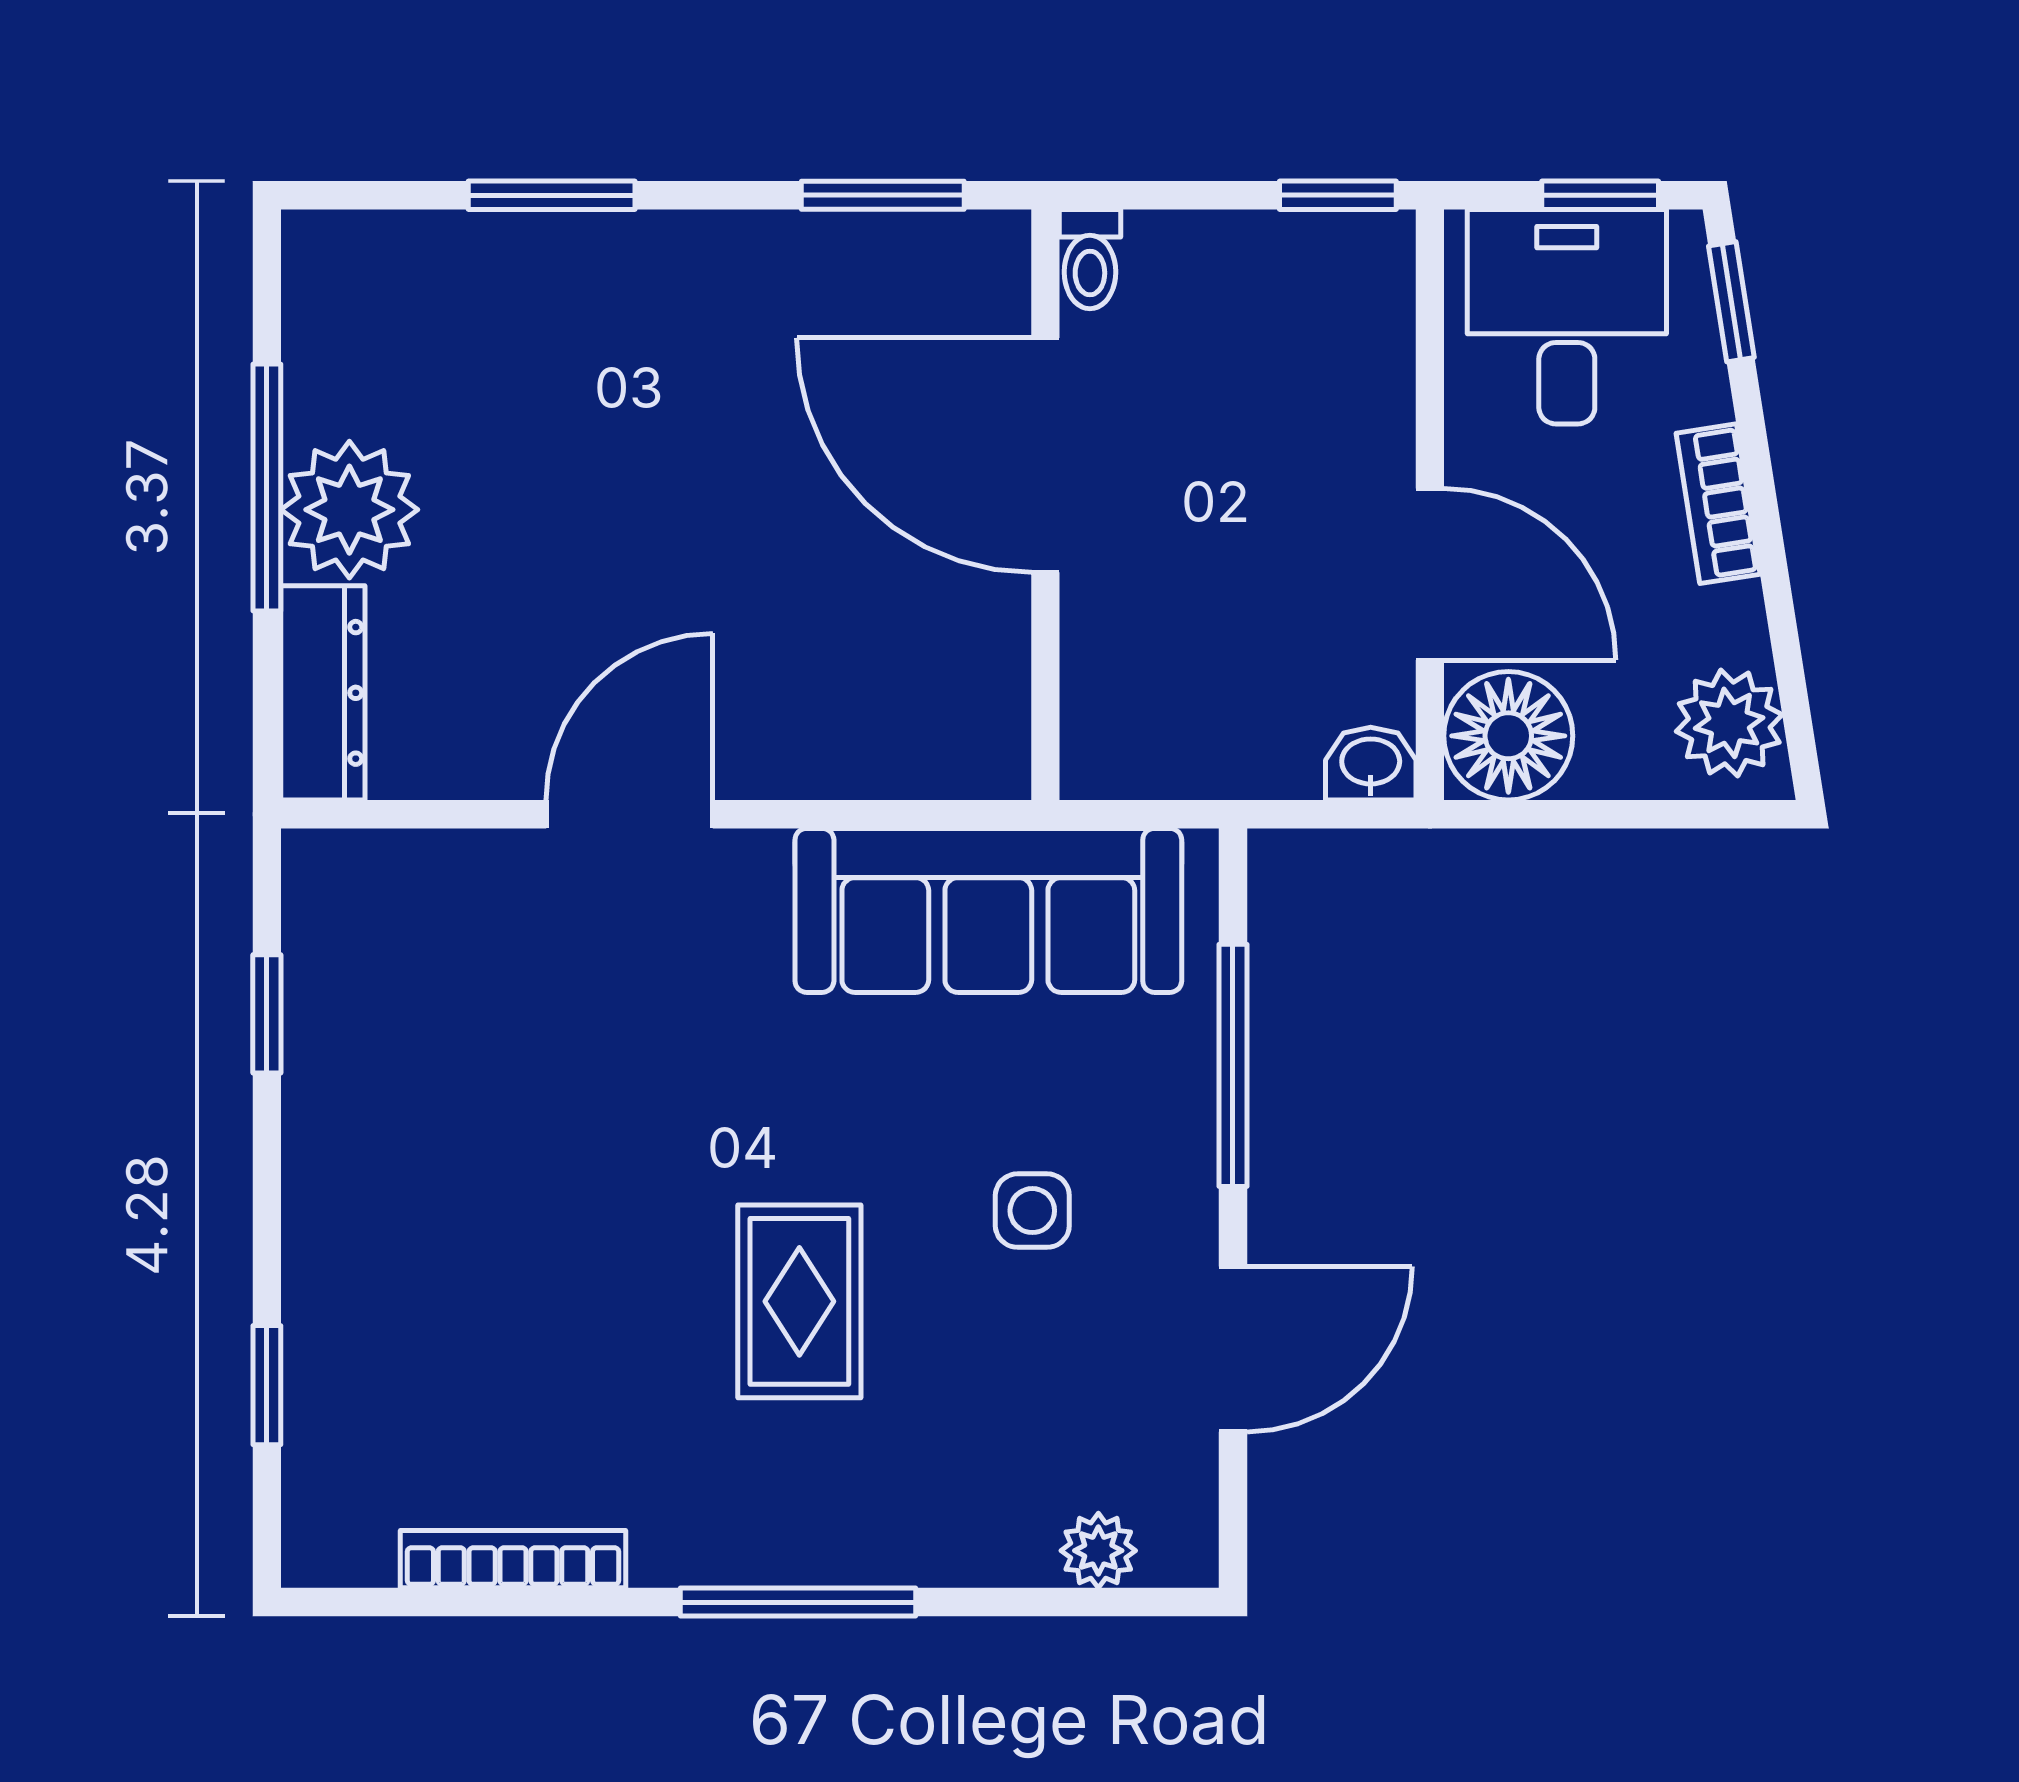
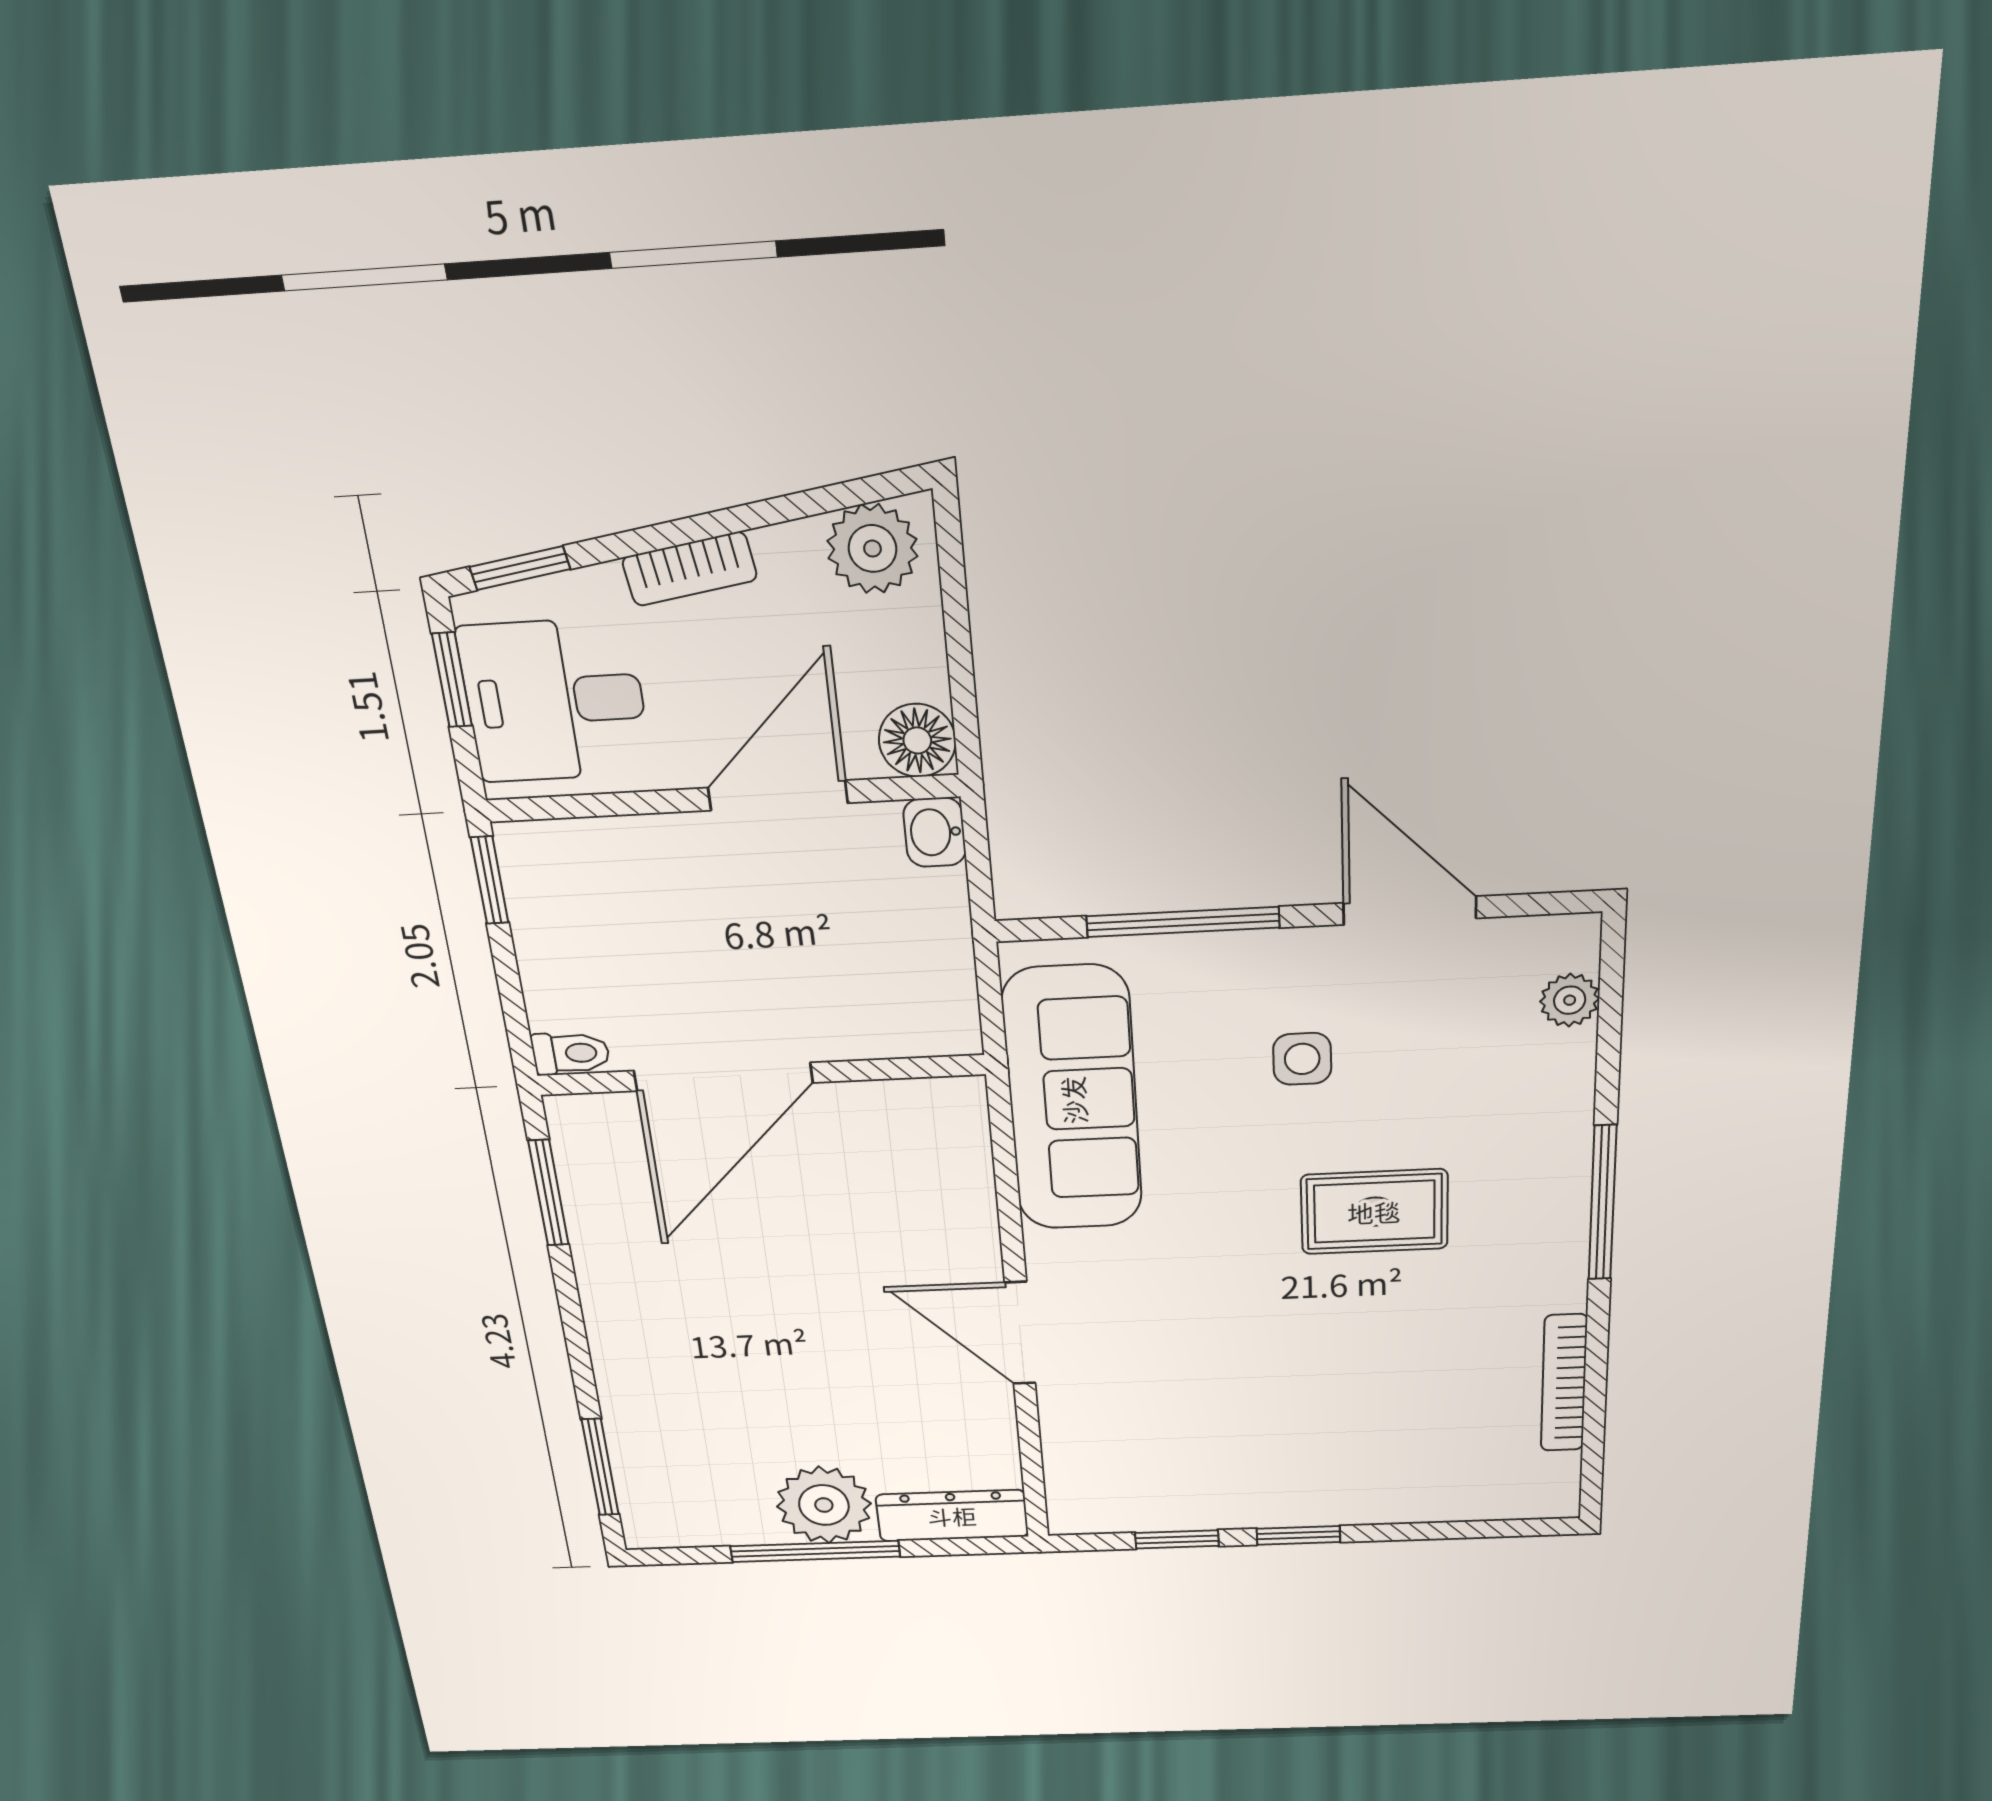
window: (552, 195) -> (600, 1467), moved
floor lamp: (1508, 736) -> (917, 740), width x0.73, depth x0.73
window: (267, 1385) -> (1298, 1535), moved

